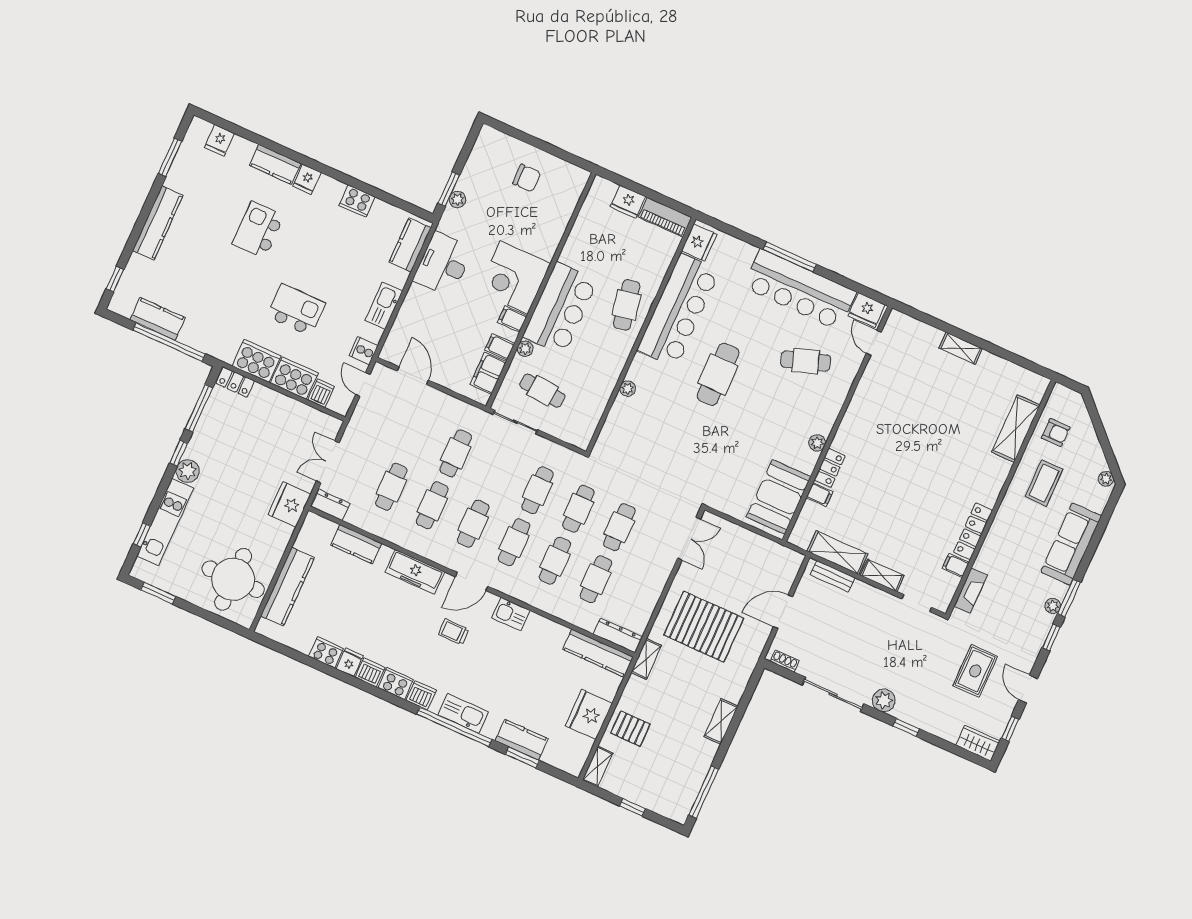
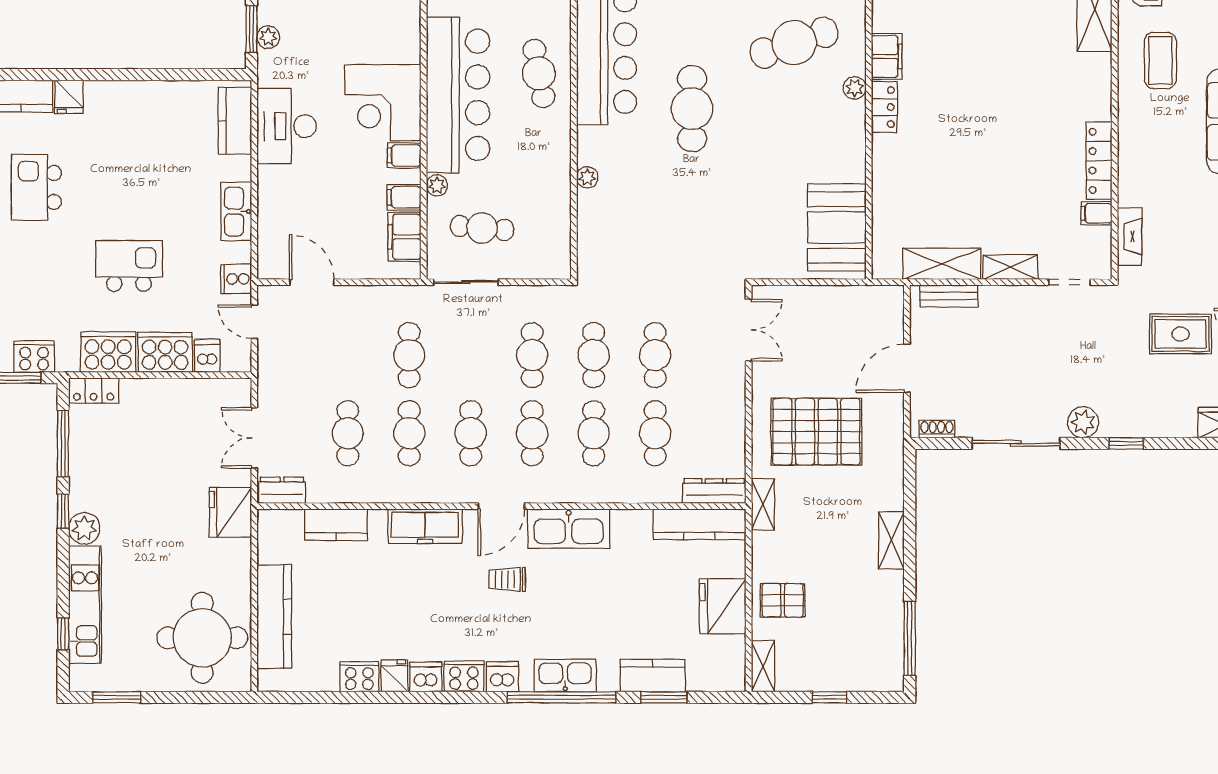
cooker: (357, 201) -> (34, 357), moved, turned 180
bar counter: (560, 309) -> (458, 95), width x1.36
cafe table: (806, 361) -> (794, 43), width x1.37, depth x1.35
plant: (817, 443) -> (855, 88), moved
locker: (830, 468) -> (884, 107), moved
filing cabinet: (820, 495) -> (887, 56), moved, width x2.00
kitchen sink: (511, 614) -> (569, 529), width x1.87, depth x1.24
rug: (975, 671) -> (1180, 334), turned 90

